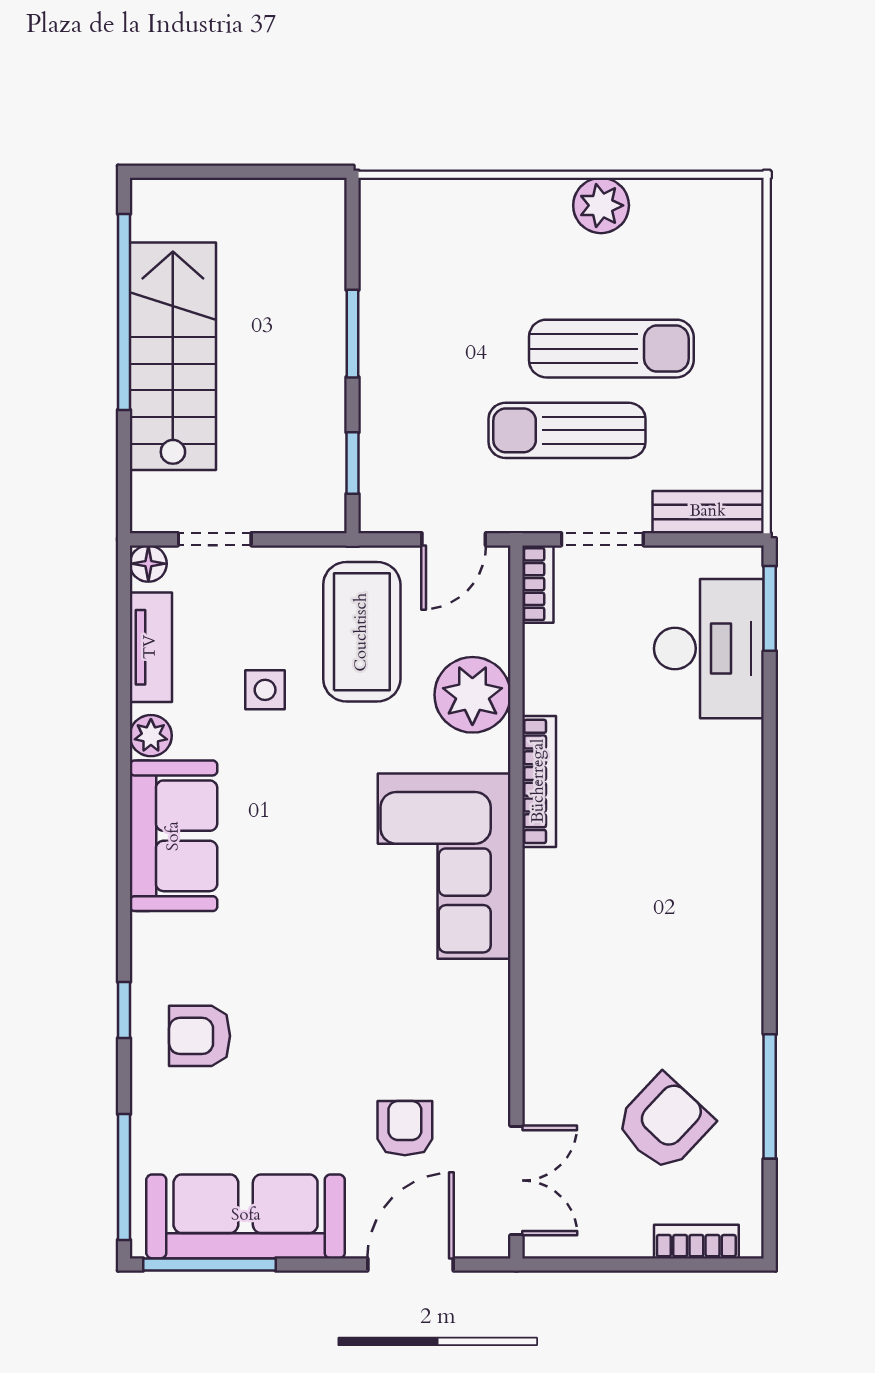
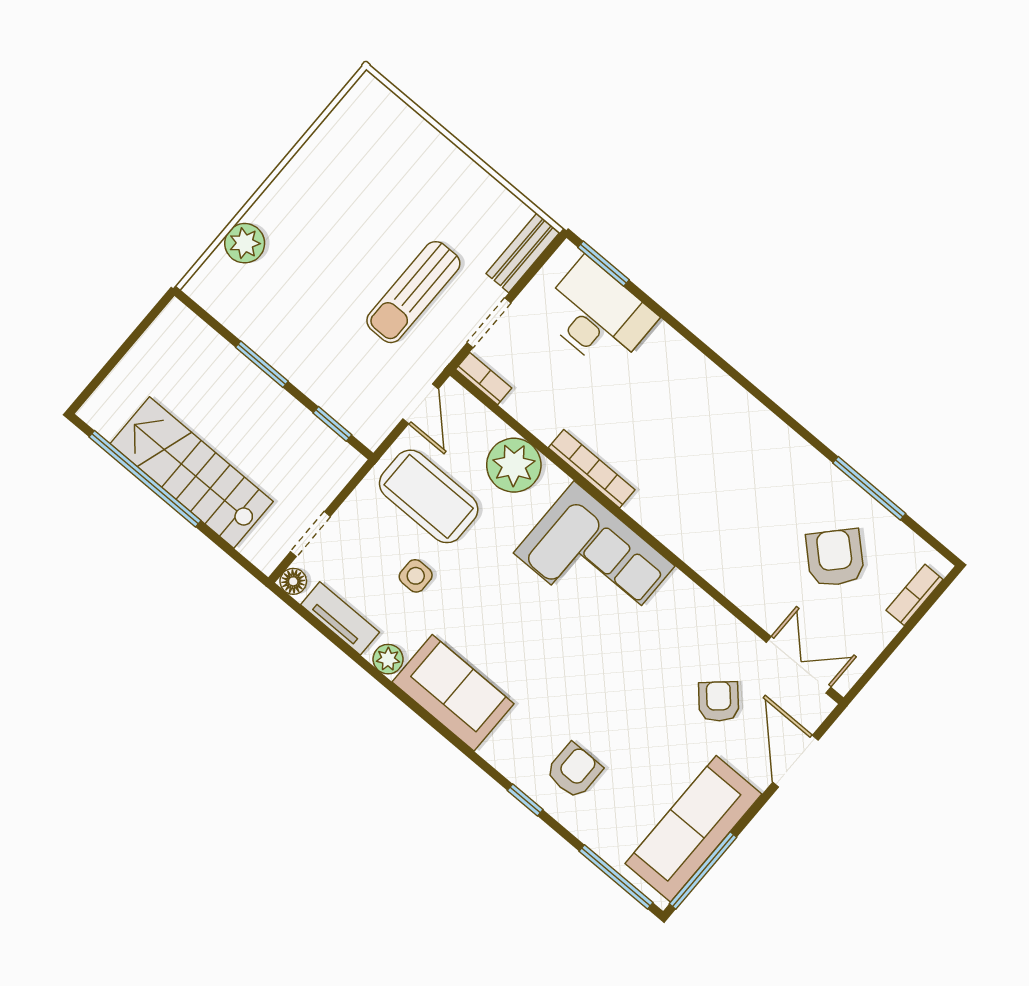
plant: (601, 205) -> (245, 243), moved
sun lounger: (611, 349) -> (389, 230), removed
armchair: (200, 1036) -> (574, 771), turned 180
armchair: (405, 1128) -> (719, 701), turned 48

